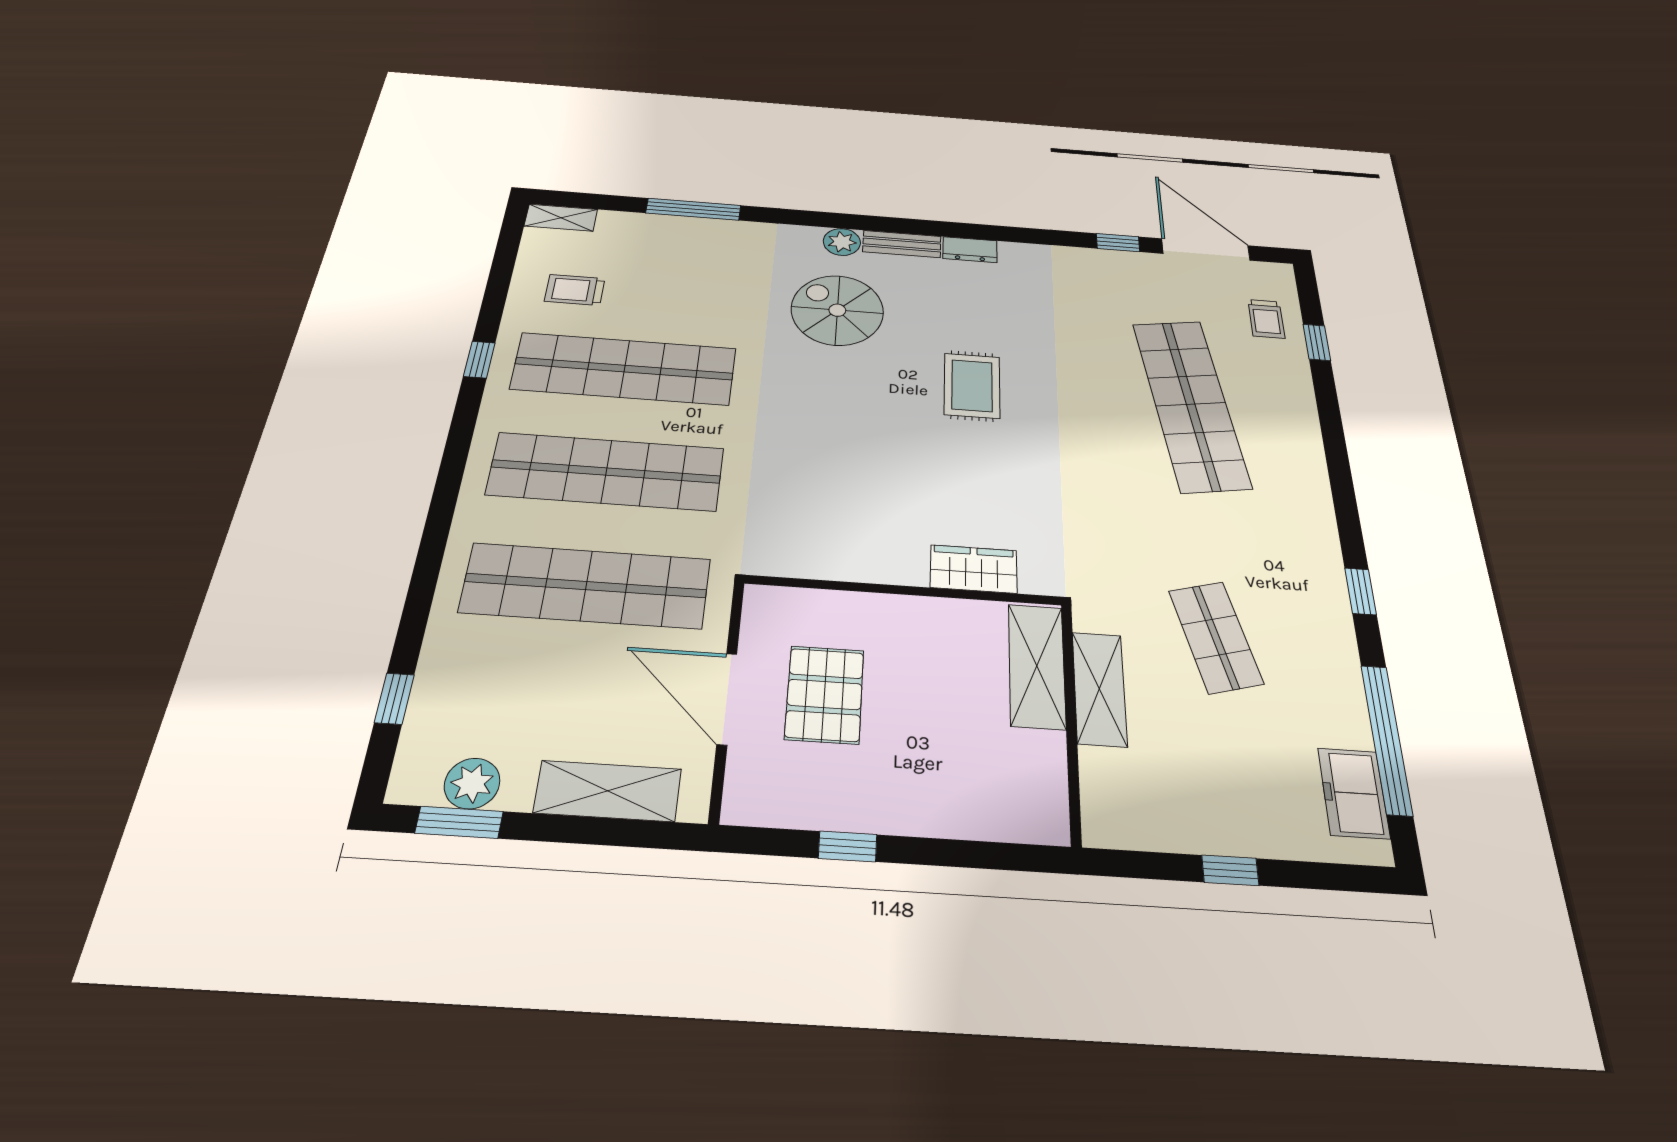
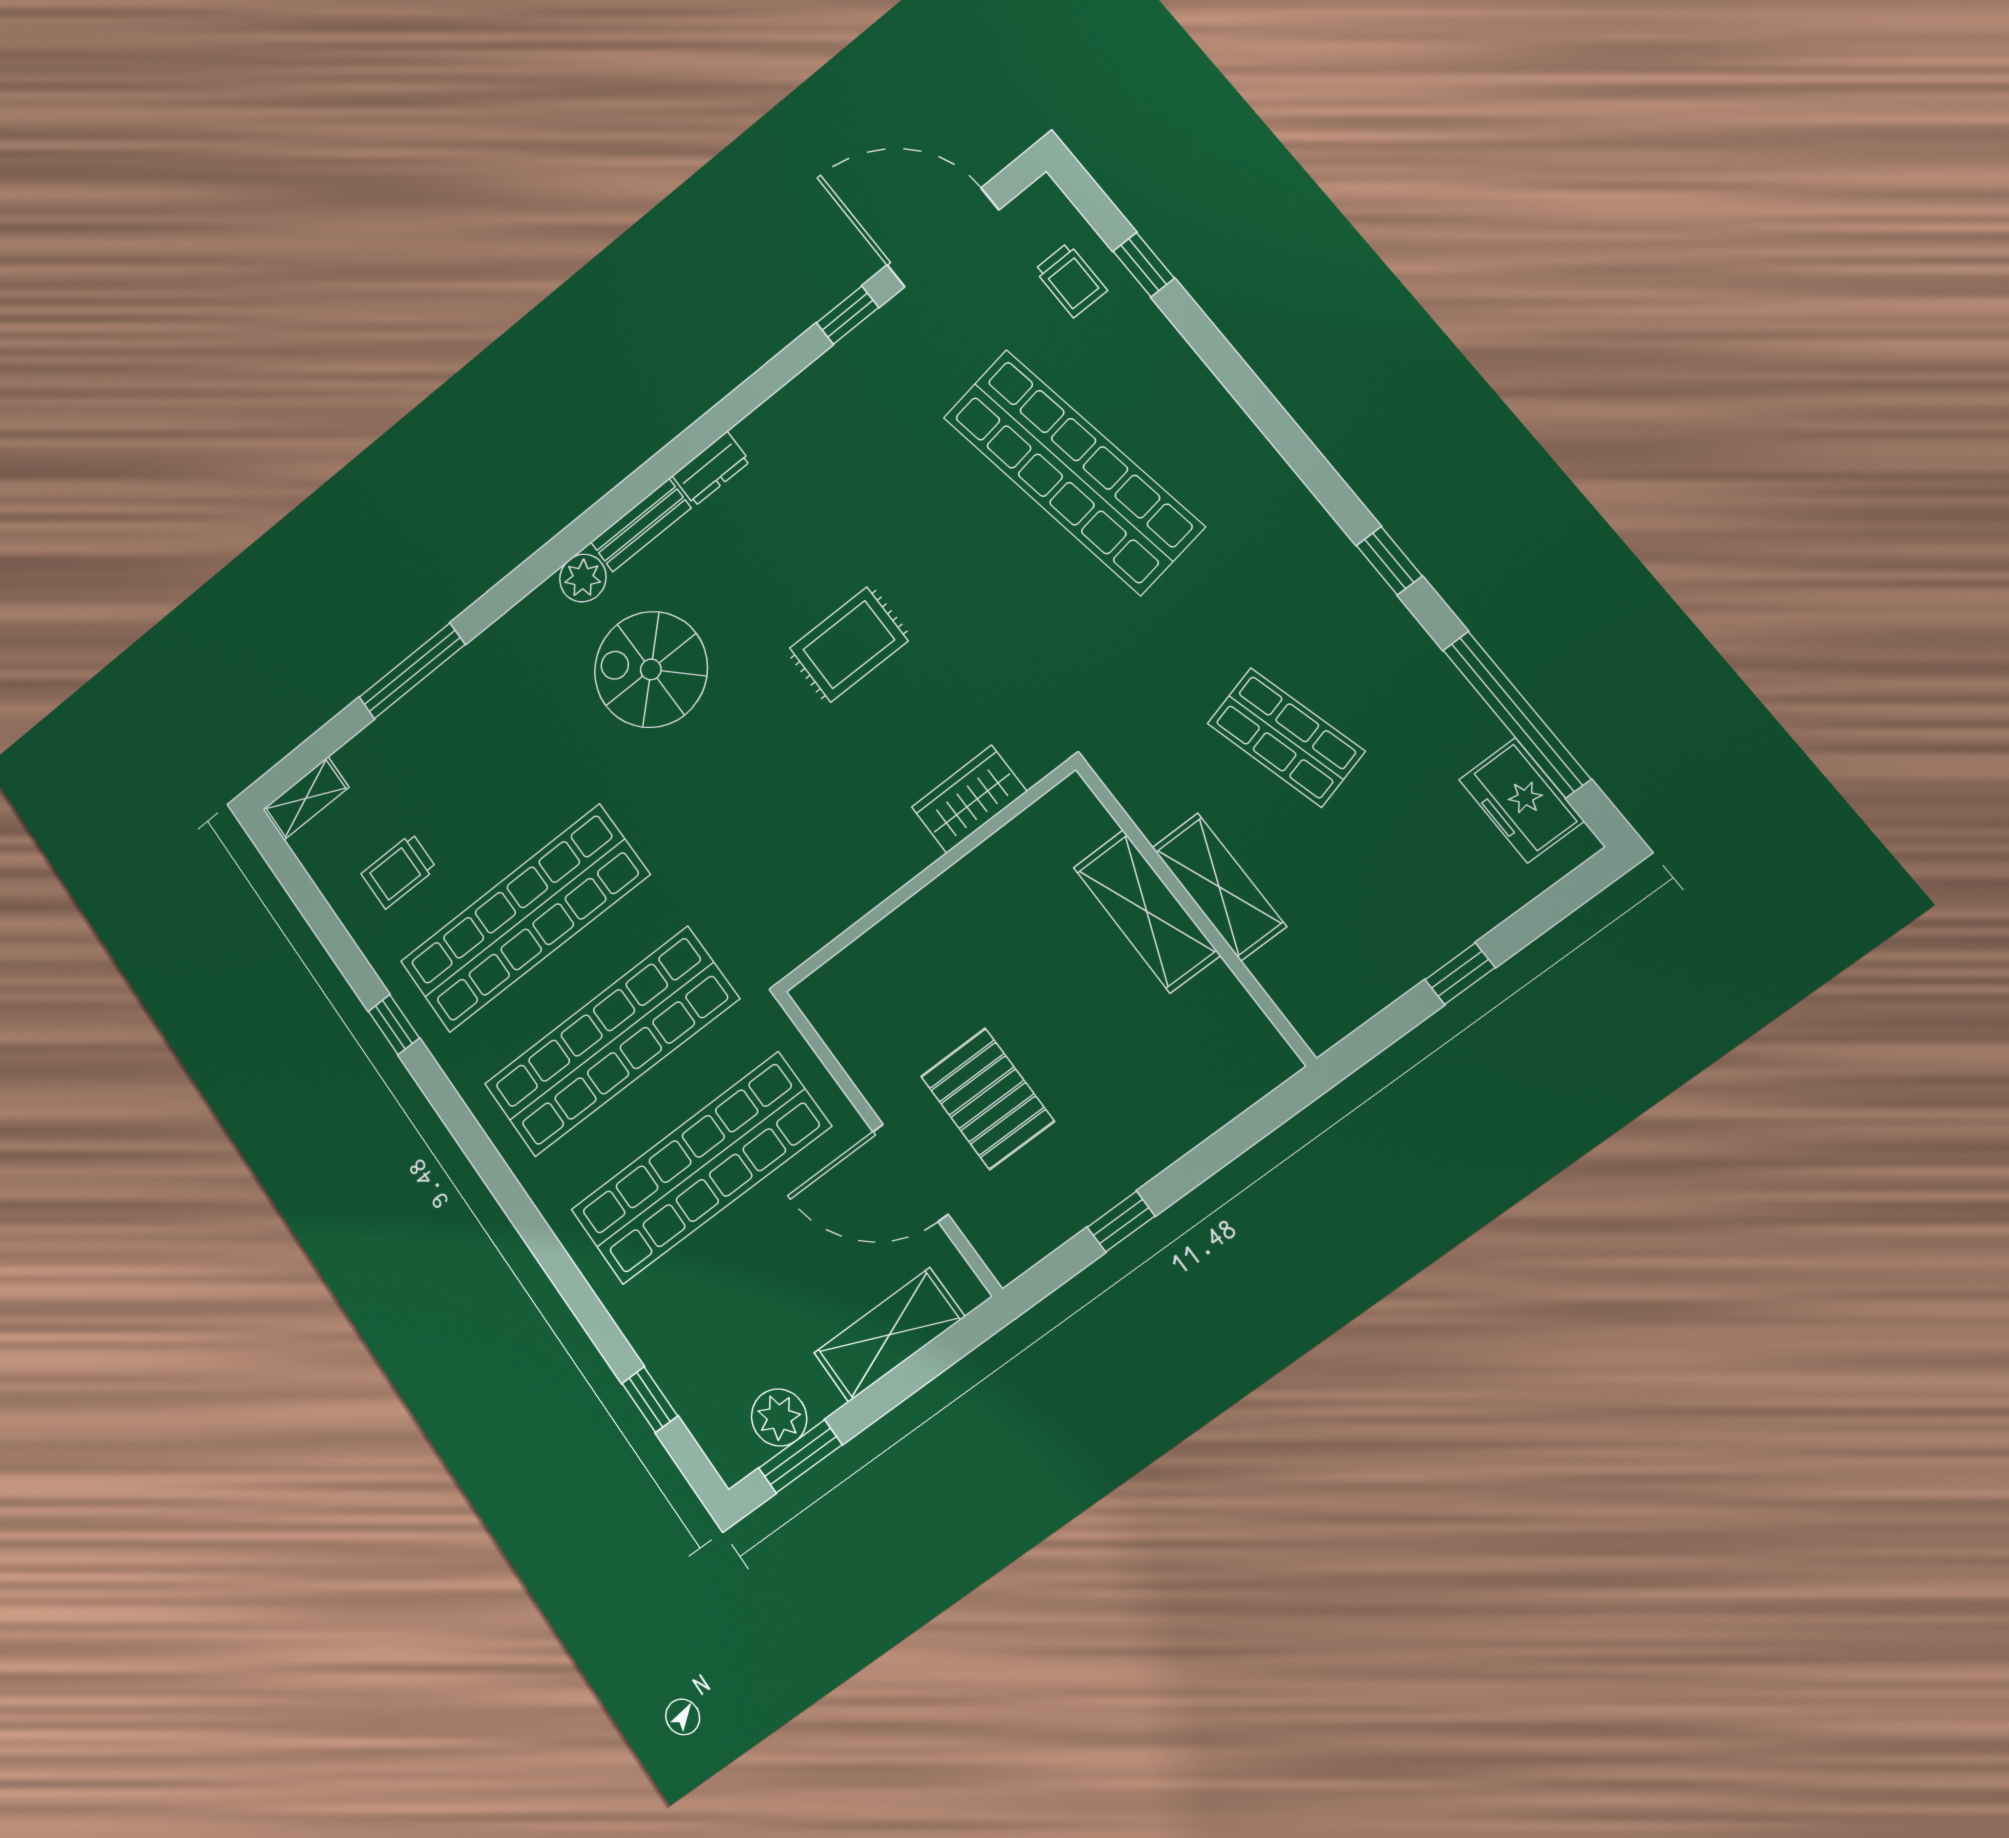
rug: (972, 386) -> (849, 645), turned 90
wardrobe: (974, 569) -> (969, 799), moved
wall: (904, 590) -> (926, 877), moved

